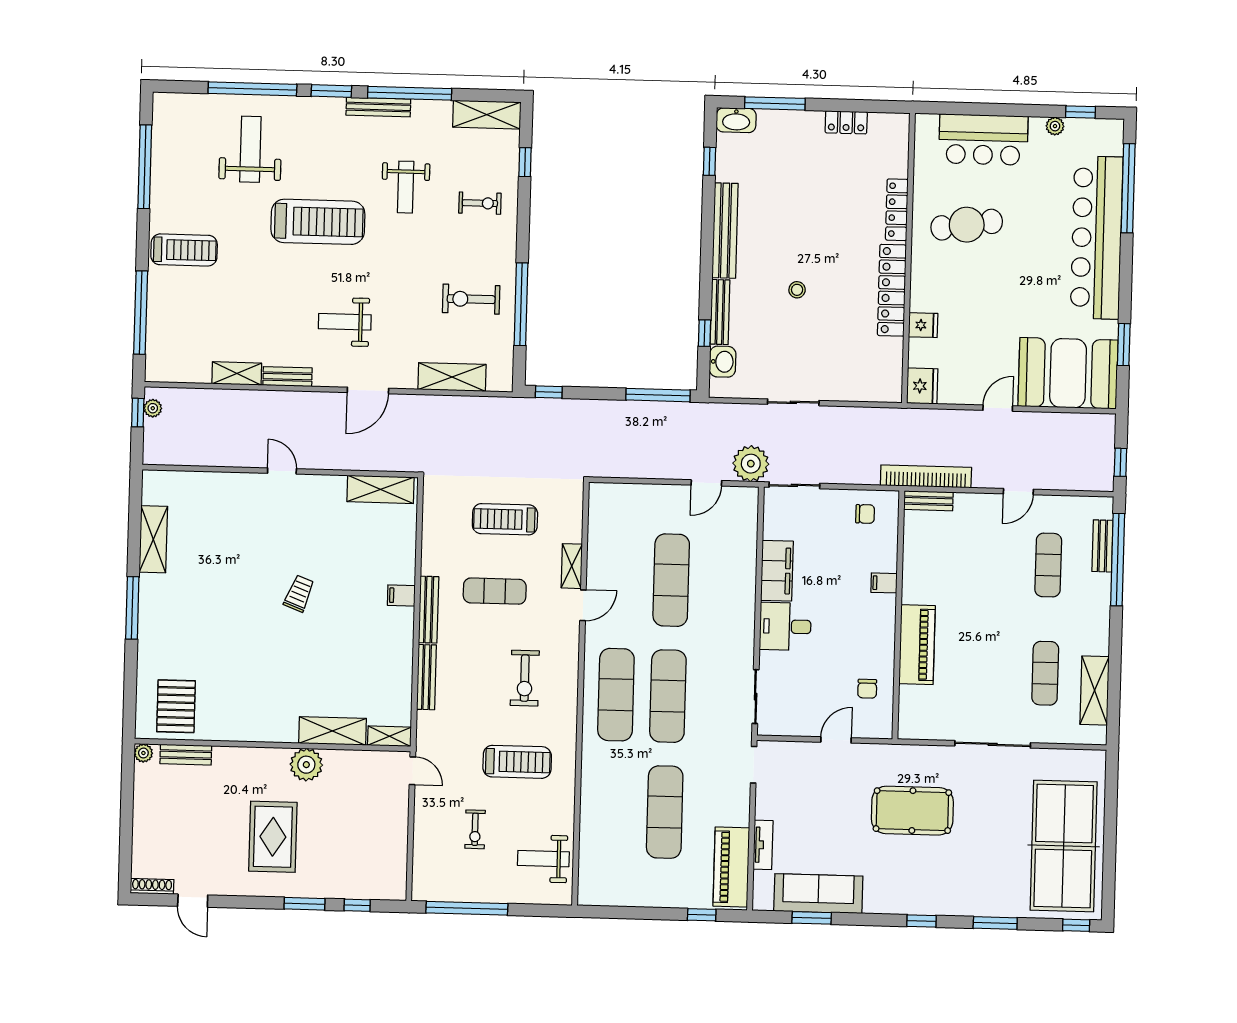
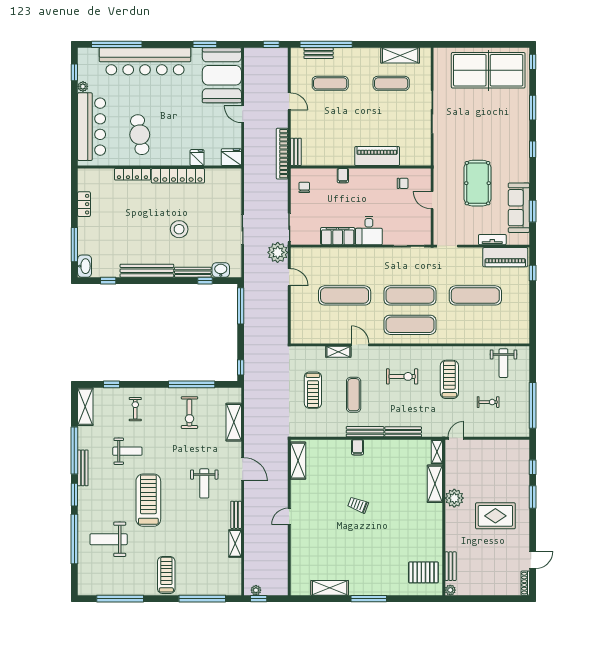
bar counter: (983, 140) -> (92, 127), width x1.36
stool: (797, 290) -> (179, 229), width x1.89, depth x1.89
pool table: (912, 811) -> (478, 183), moved

